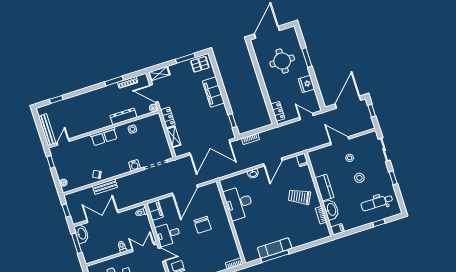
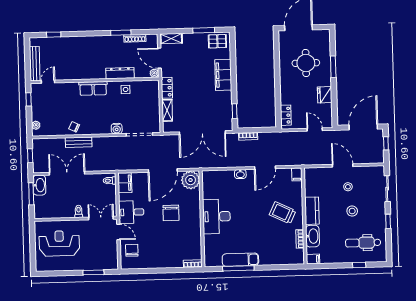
plant: (211, 191) -> (191, 180), added
desk: (239, 203) -> (216, 216), moved

